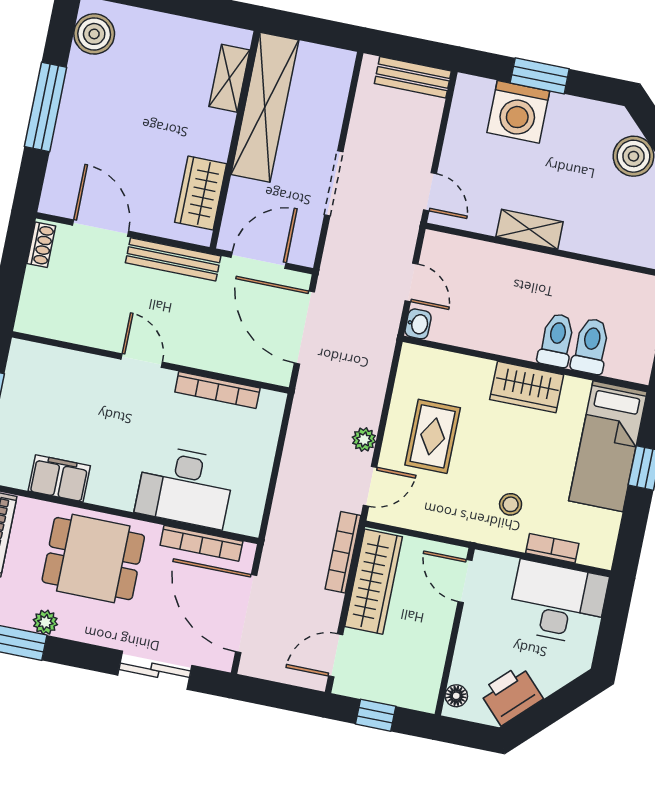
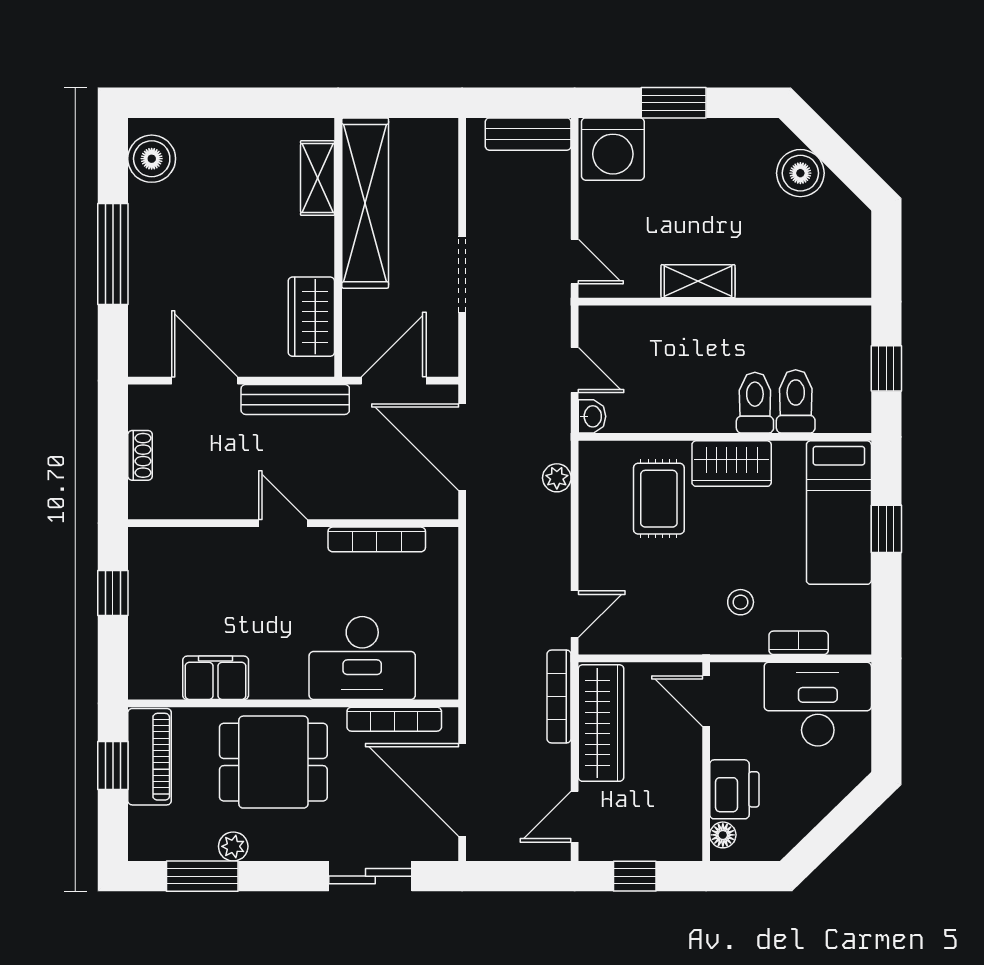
washing machine: (518, 112) -> (613, 149), moved
shoe rack: (41, 245) -> (140, 455), moved
rug: (433, 436) -> (659, 499), moved
plant: (364, 440) -> (557, 478), moved
printer: (511, 695) -> (734, 789), moved, turned 134

